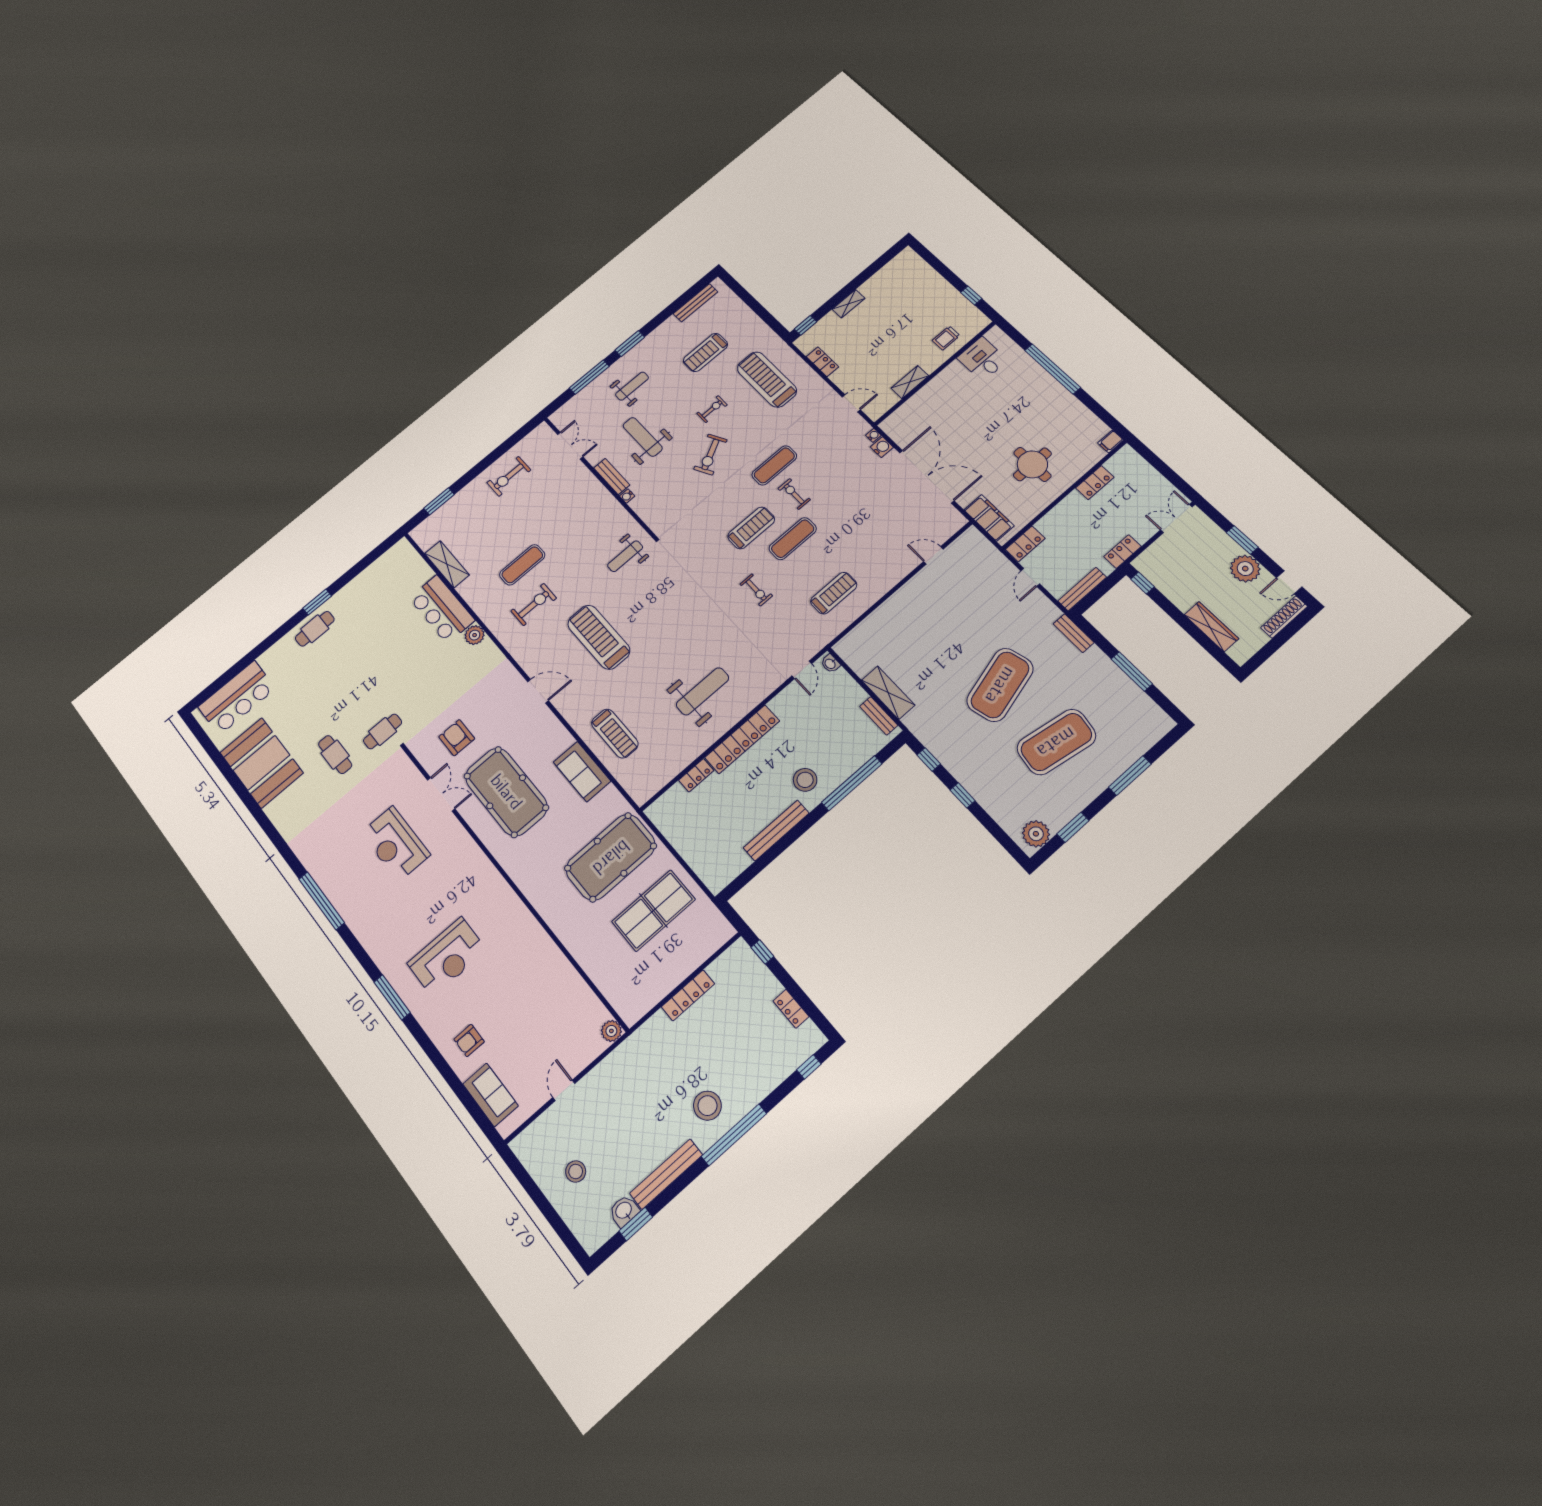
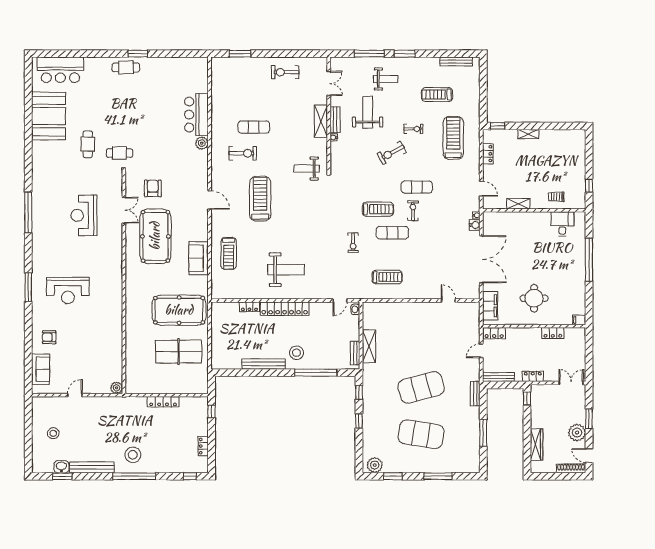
shelving: (447, 564) -> (321, 121), moved

